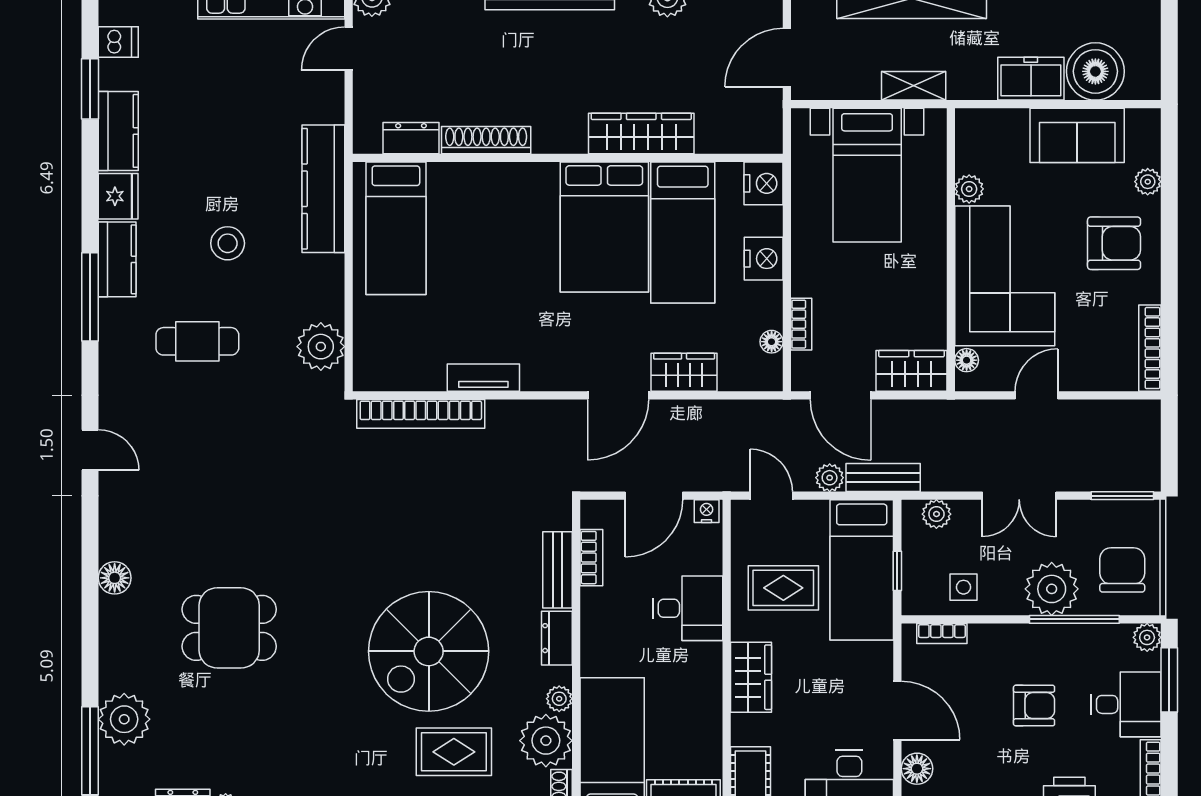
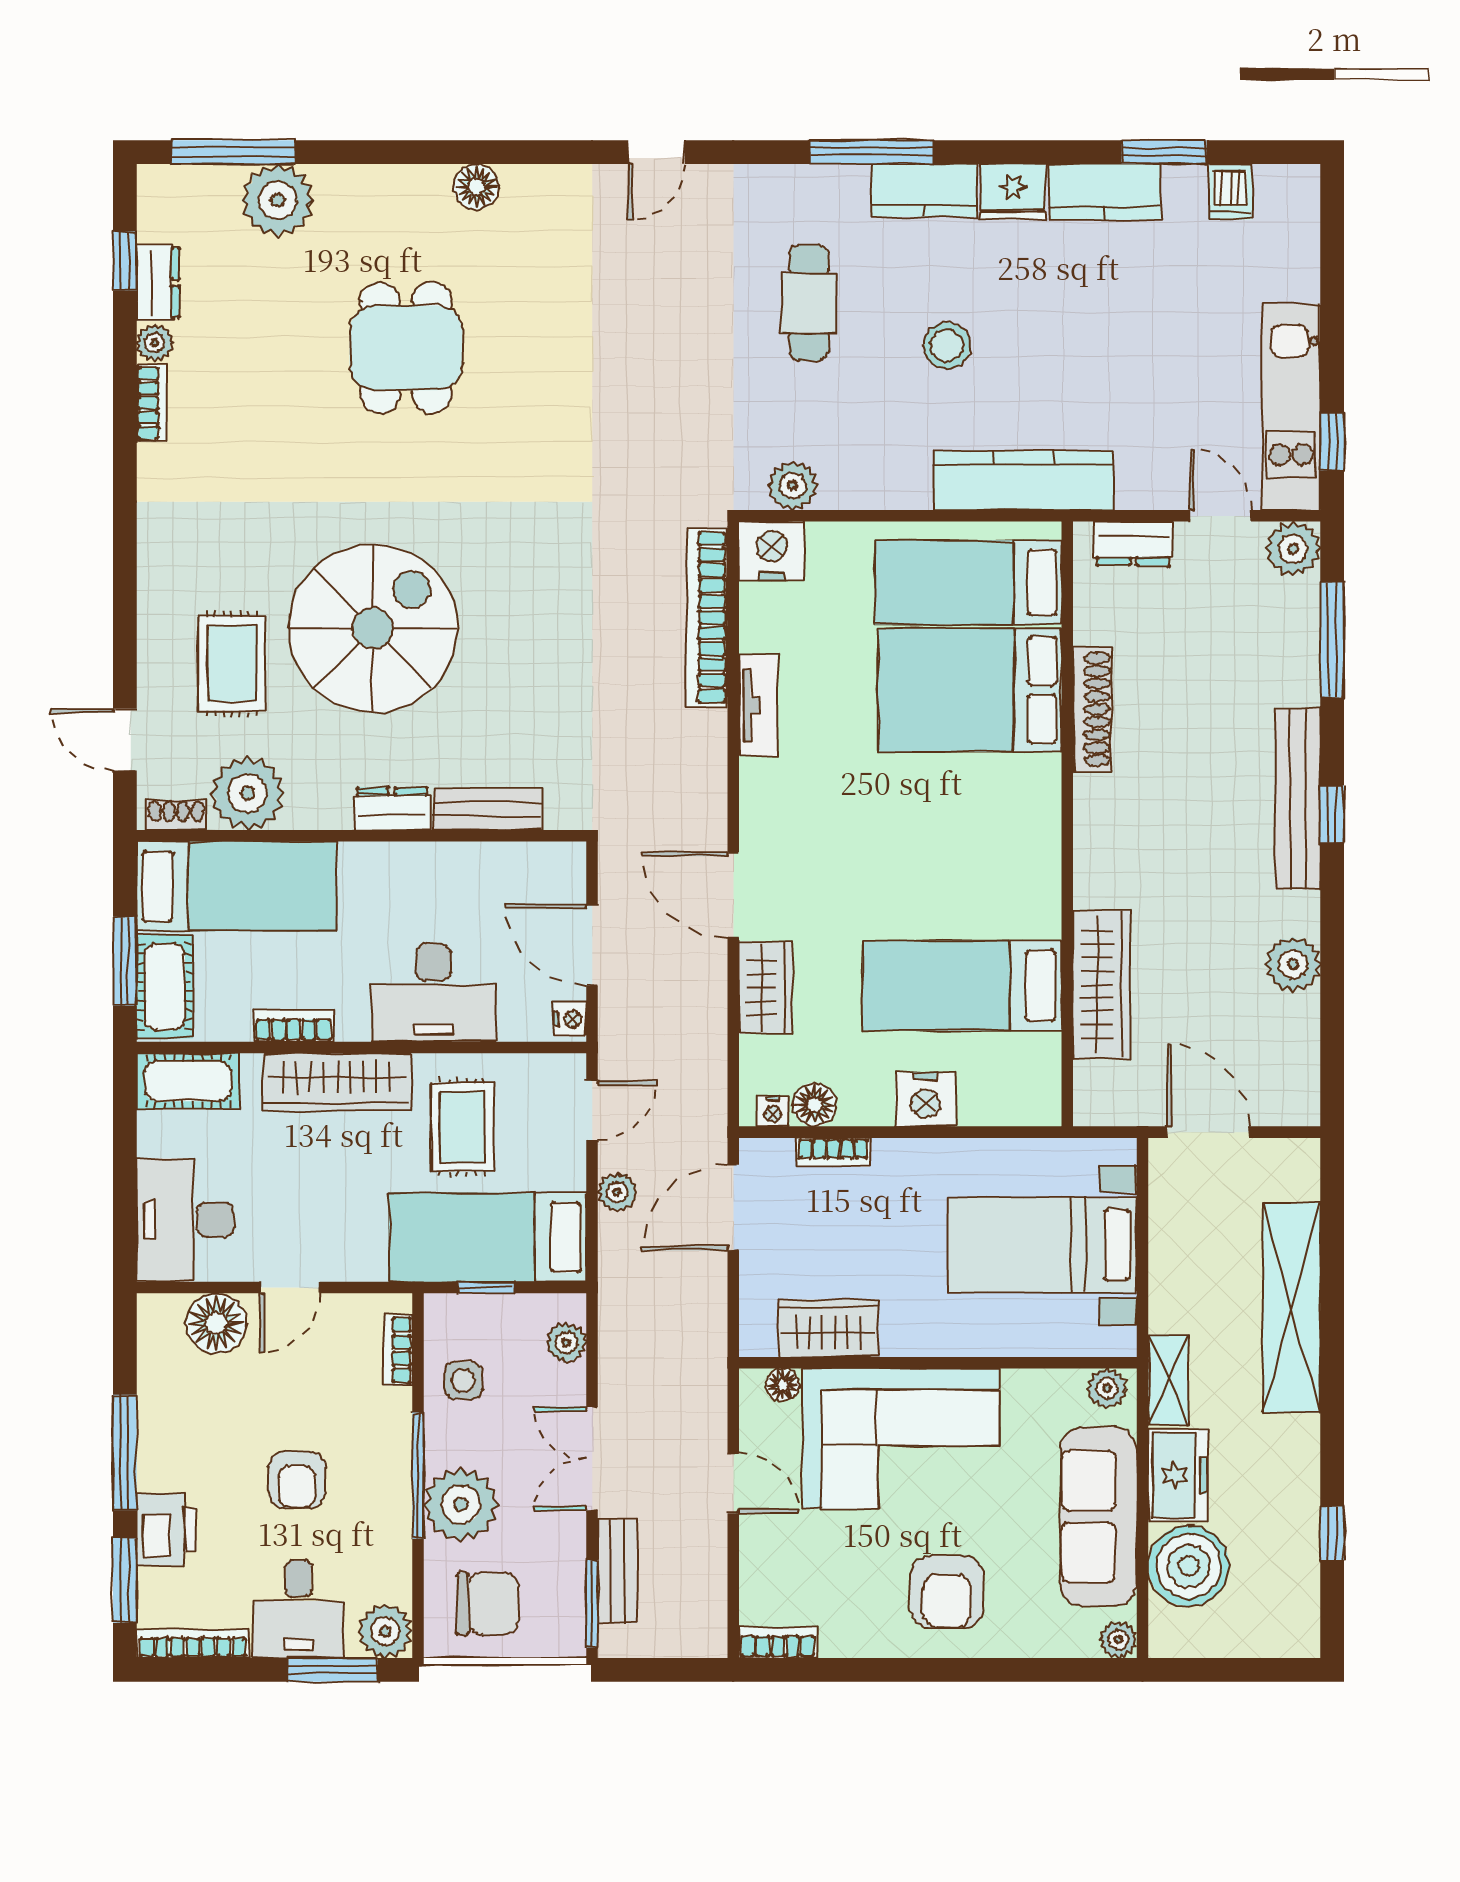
shelving: (914, 86) -> (1168, 1380), moved
wardrobe: (641, 133) -> (1101, 985), moved
sofa: (1077, 135) -> (1099, 1517), width x1.36
dresser: (411, 138) -> (1133, 544), moved, turned 90
plant: (1148, 182) -> (1118, 1640), moved
nightstand: (764, 183) -> (773, 1111), moved, width x0.53, depth x0.56
plant: (969, 189) -> (1107, 1388), moved
bed: (604, 227) -> (970, 690), moved
floor lamp: (772, 342) -> (814, 1105), width x1.37, depth x1.37
plant: (321, 347) -> (793, 486), width x0.73, depth x0.73
bookcase: (1150, 348) -> (778, 1643), width x0.64
nightstand: (374, 368) -> (772, 551), added
wardrobe: (911, 371) -> (828, 1328), moved, turned -90
bench: (883, 478) -> (618, 1572), moved
bookcase: (591, 558) -> (294, 1026), moved, turned 180
desk: (688, 608) -> (434, 993), width x1.37
window: (1074, 619) -> (418, 1476), moved
plant: (1147, 637) -> (385, 1631), width x1.38, depth x1.38
spiral stairs: (429, 651) -> (373, 628), turned 90
wardrobe: (751, 677) -> (337, 1082), width x1.50
plant: (559, 699) -> (306, 812), removed
door: (897, 710) -> (290, 1287), width x0.73
floor lamp: (917, 769) -> (216, 1323), width x1.38, depth x1.38

